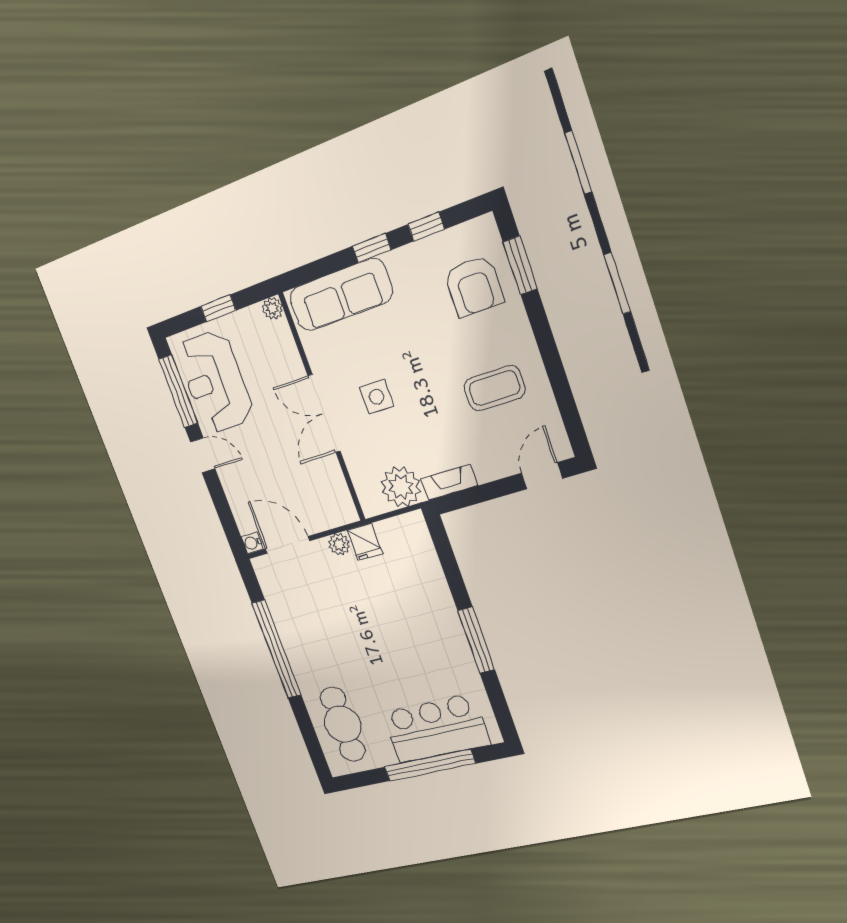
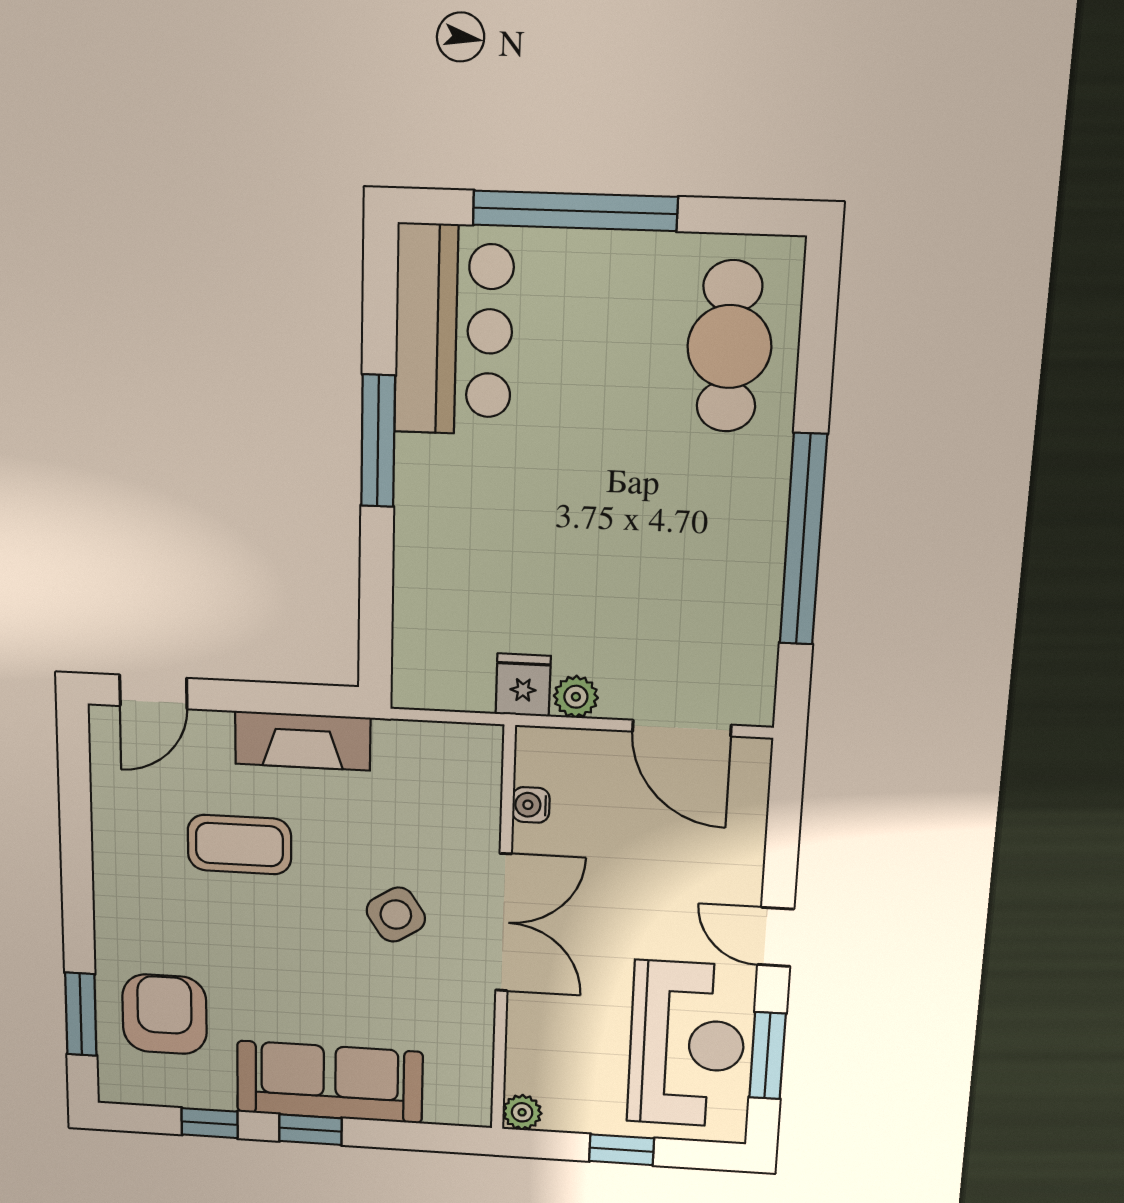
sofa: (341, 295) -> (330, 1082), moved
coffee table: (495, 388) -> (239, 845), moved
window: (178, 391) -> (767, 1056), width x0.69
side table: (377, 397) -> (396, 915), turned -33
fireplace: (449, 482) -> (303, 741), width x1.37, depth x1.32
plant: (401, 487) -> (413, 757), removed
water cooler: (252, 543) -> (531, 805), moved, turned 180
bar counter: (436, 729) -> (454, 330), moved, turned -90

